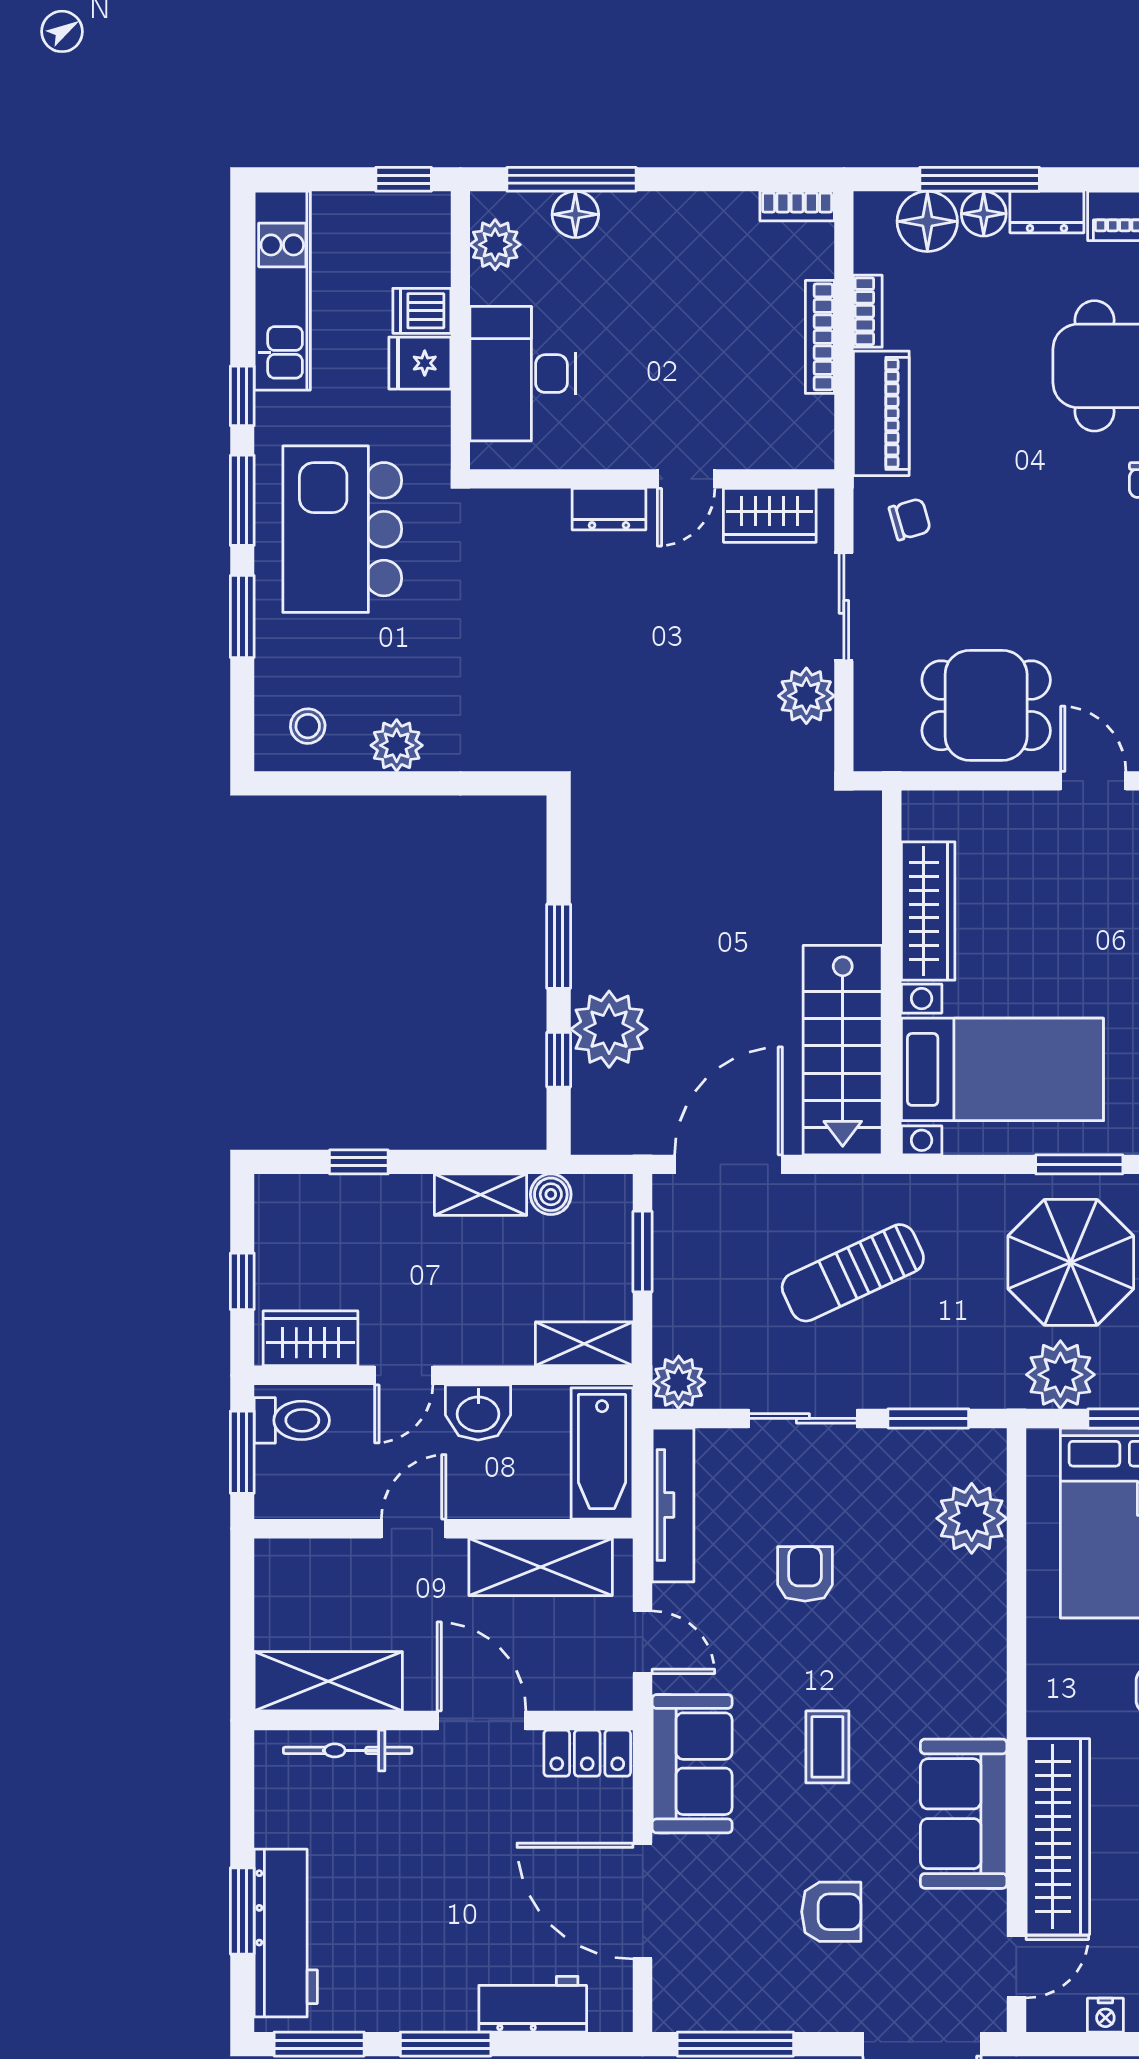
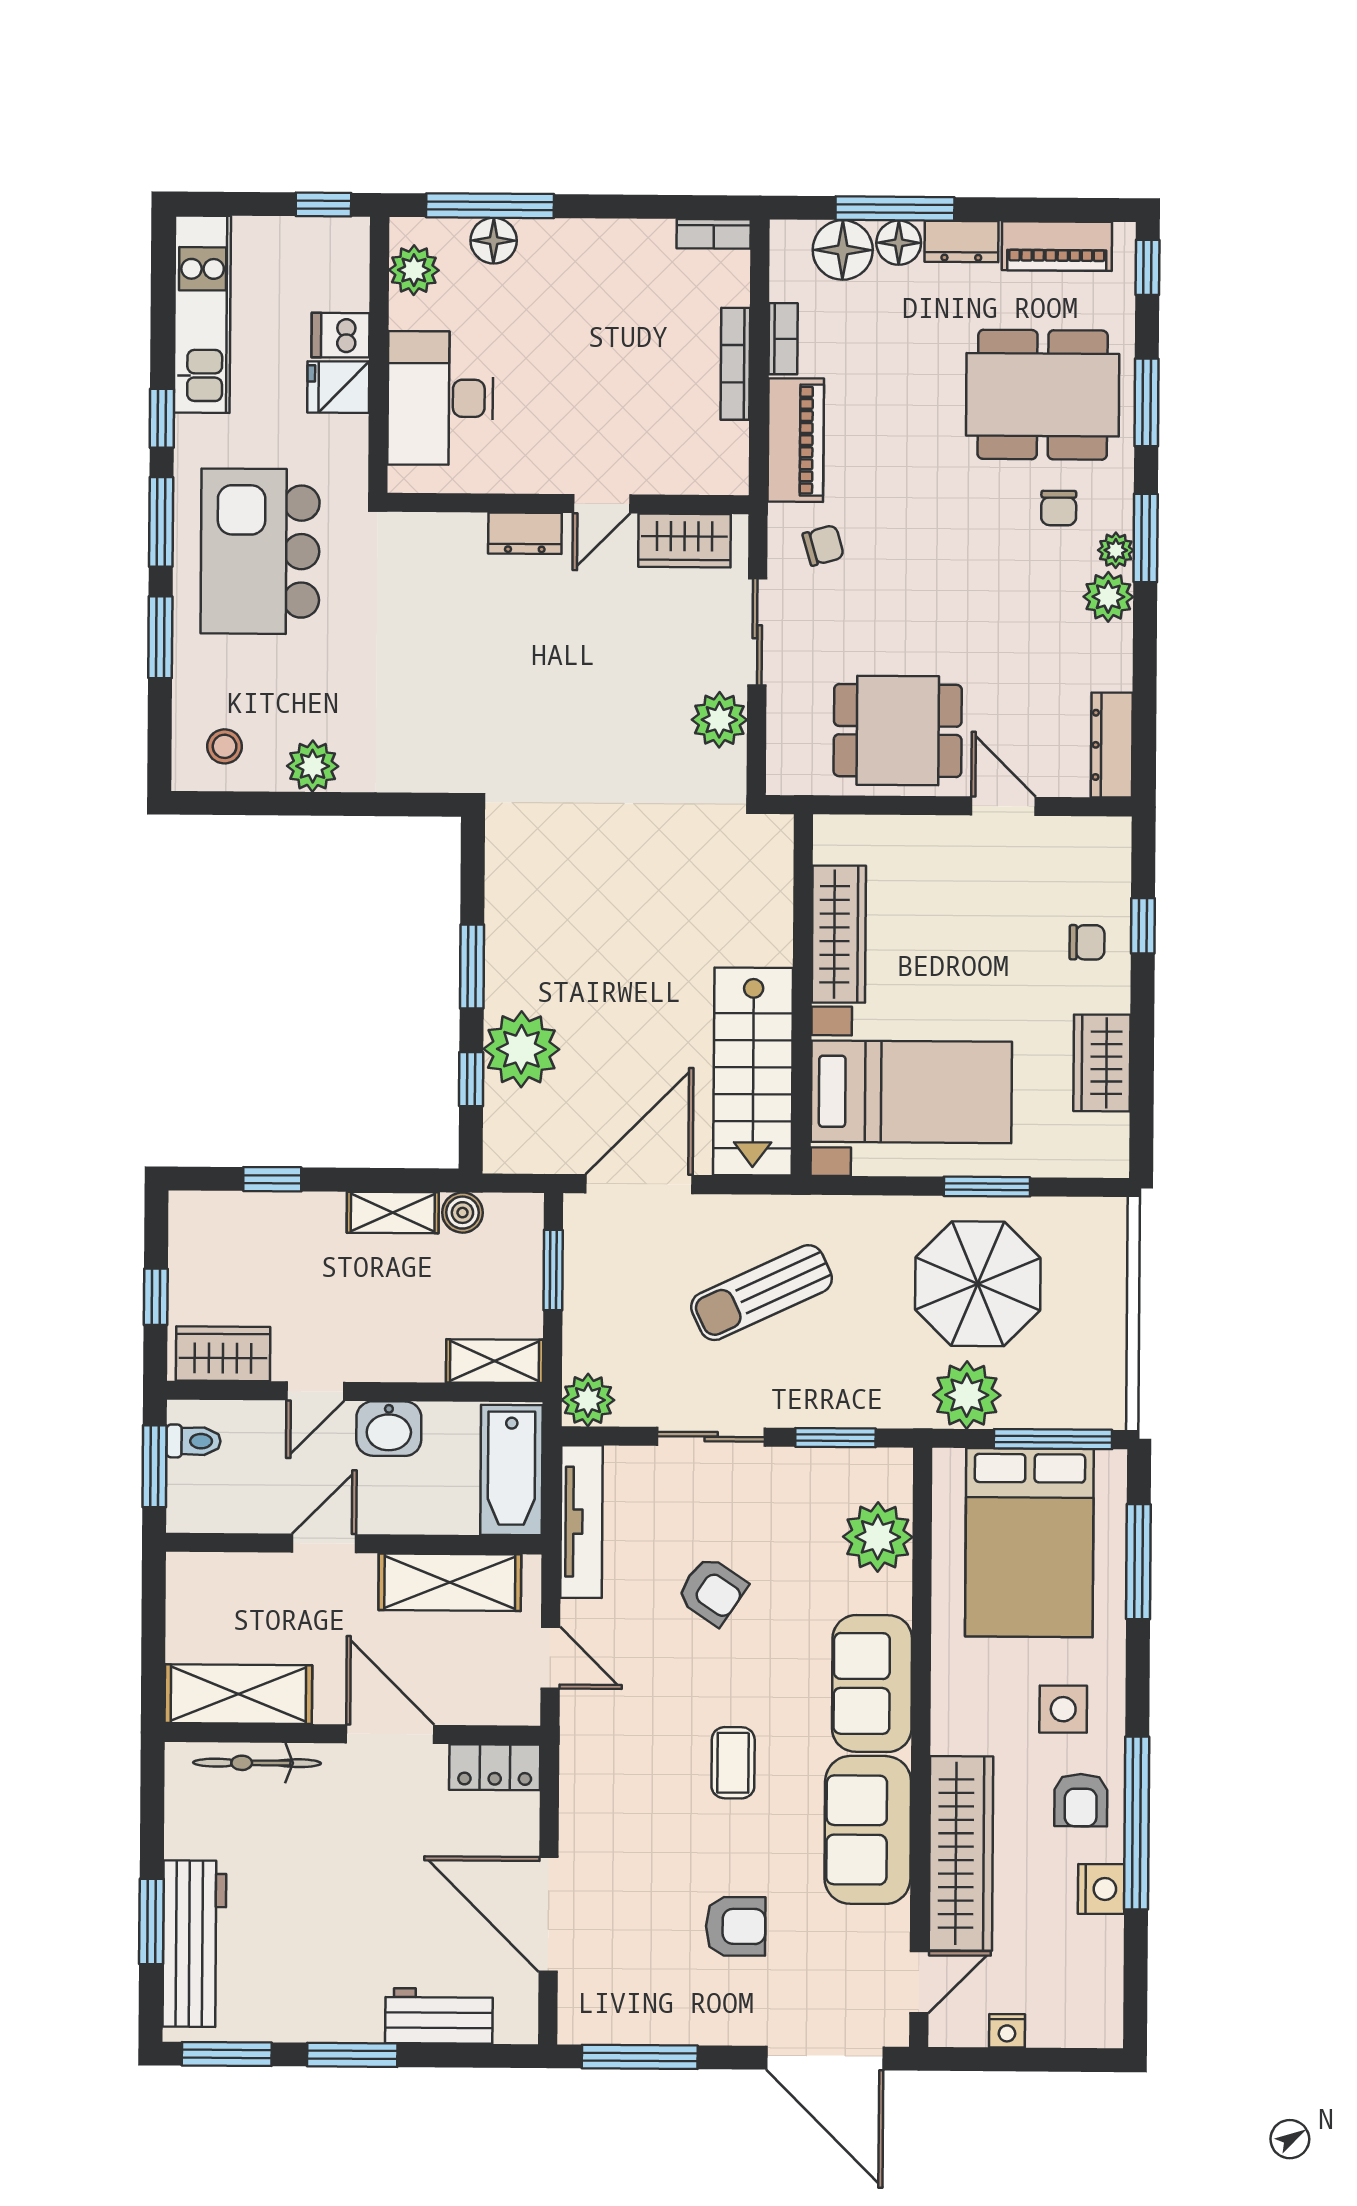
toilet: (292, 1420) -> (194, 1441), width x0.73, depth x0.72
armchair: (805, 1574) -> (712, 1591), turned 124
sofa: (692, 1764) -> (872, 1684), moved, turned 180

